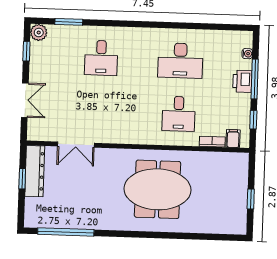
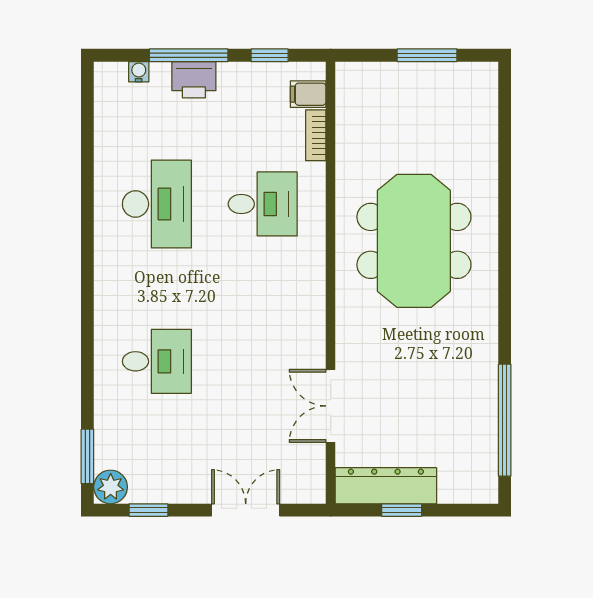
window: (69, 22) -> (87, 456), moved
double door: (76, 145) -> (331, 406), swing flipped
window: (251, 199) -> (427, 55), width x1.50

